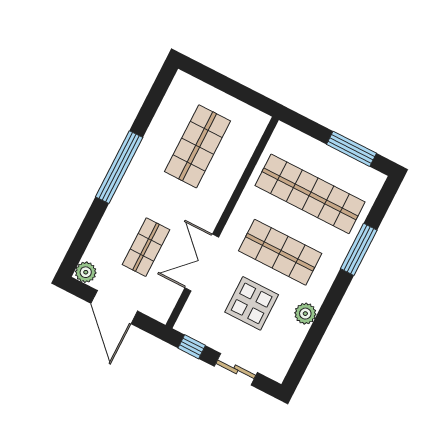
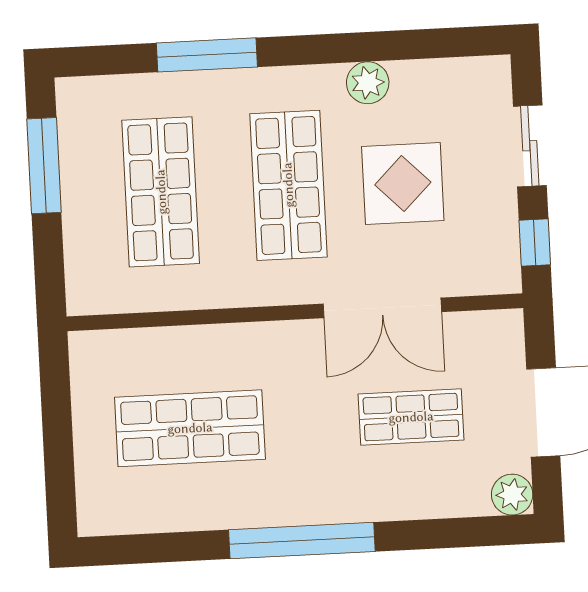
shop shelf: (310, 194) -> (161, 192), width x0.71

